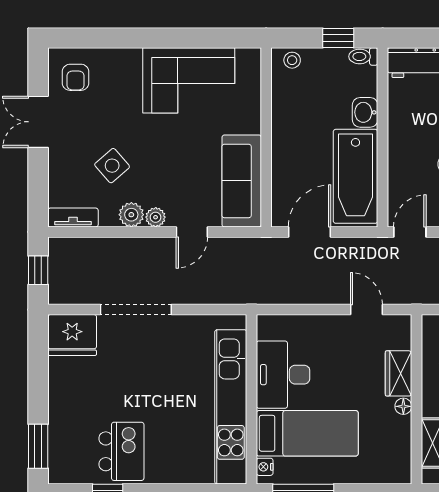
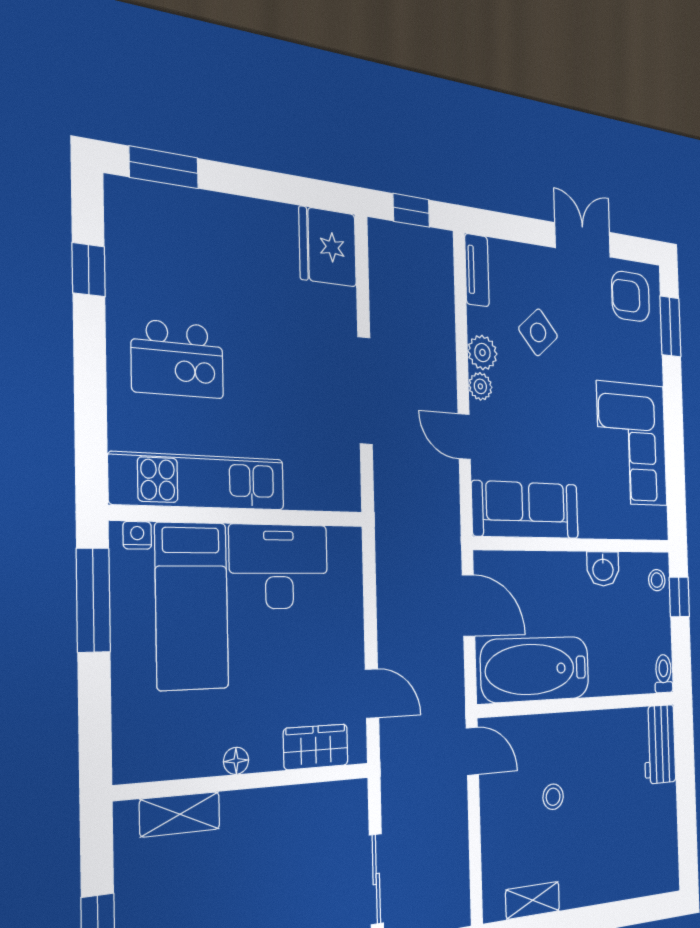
window: (95, 38) -> (670, 326), added
window: (338, 38) -> (679, 597), moved
armchair: (76, 77) -> (631, 296), width x1.38, depth x1.38
washbasin: (365, 112) -> (603, 569), moved, turned 180
doorway: (136, 310) -> (365, 391), moved
door: (366, 310) -> (372, 694), hinge flipped
wardrobe: (399, 373) -> (316, 747), moved
kitchen unit: (231, 407) -> (199, 481), width x0.73
kitchen island: (121, 451) -> (178, 359), moved

